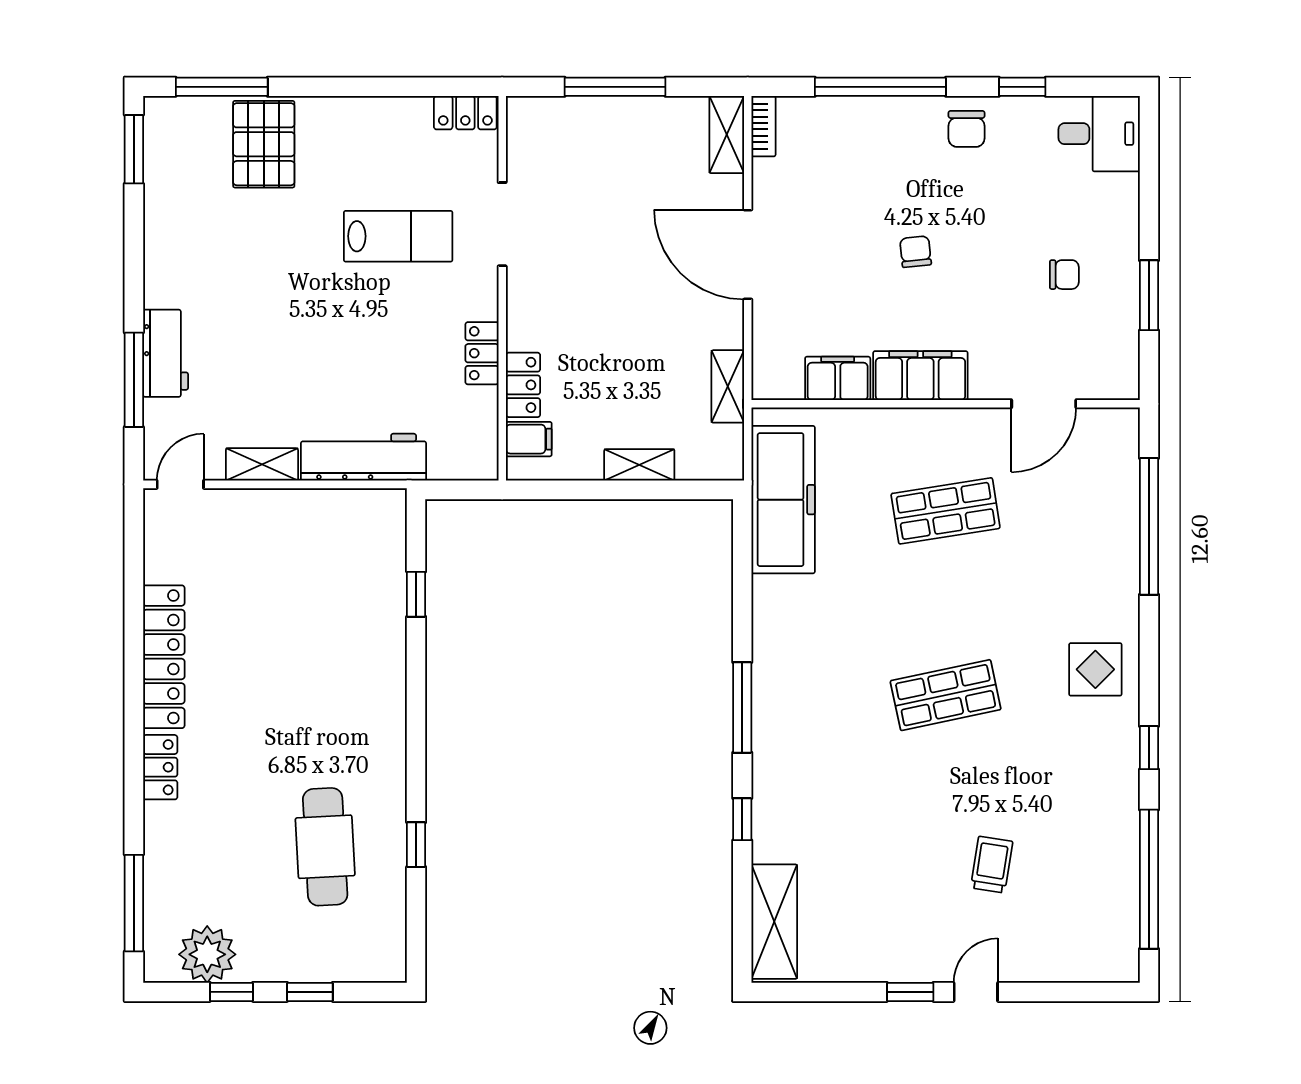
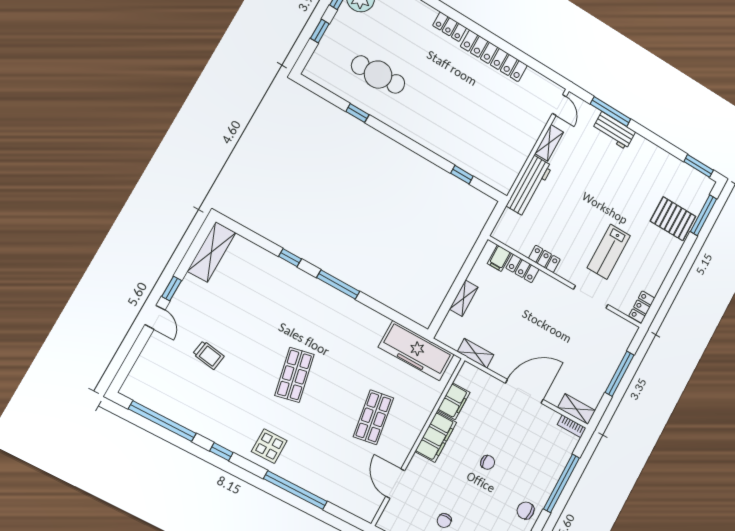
window: (1149, 526) -> (295, 490), moved
shelving: (774, 922) -> (212, 252), moved, turned 90

